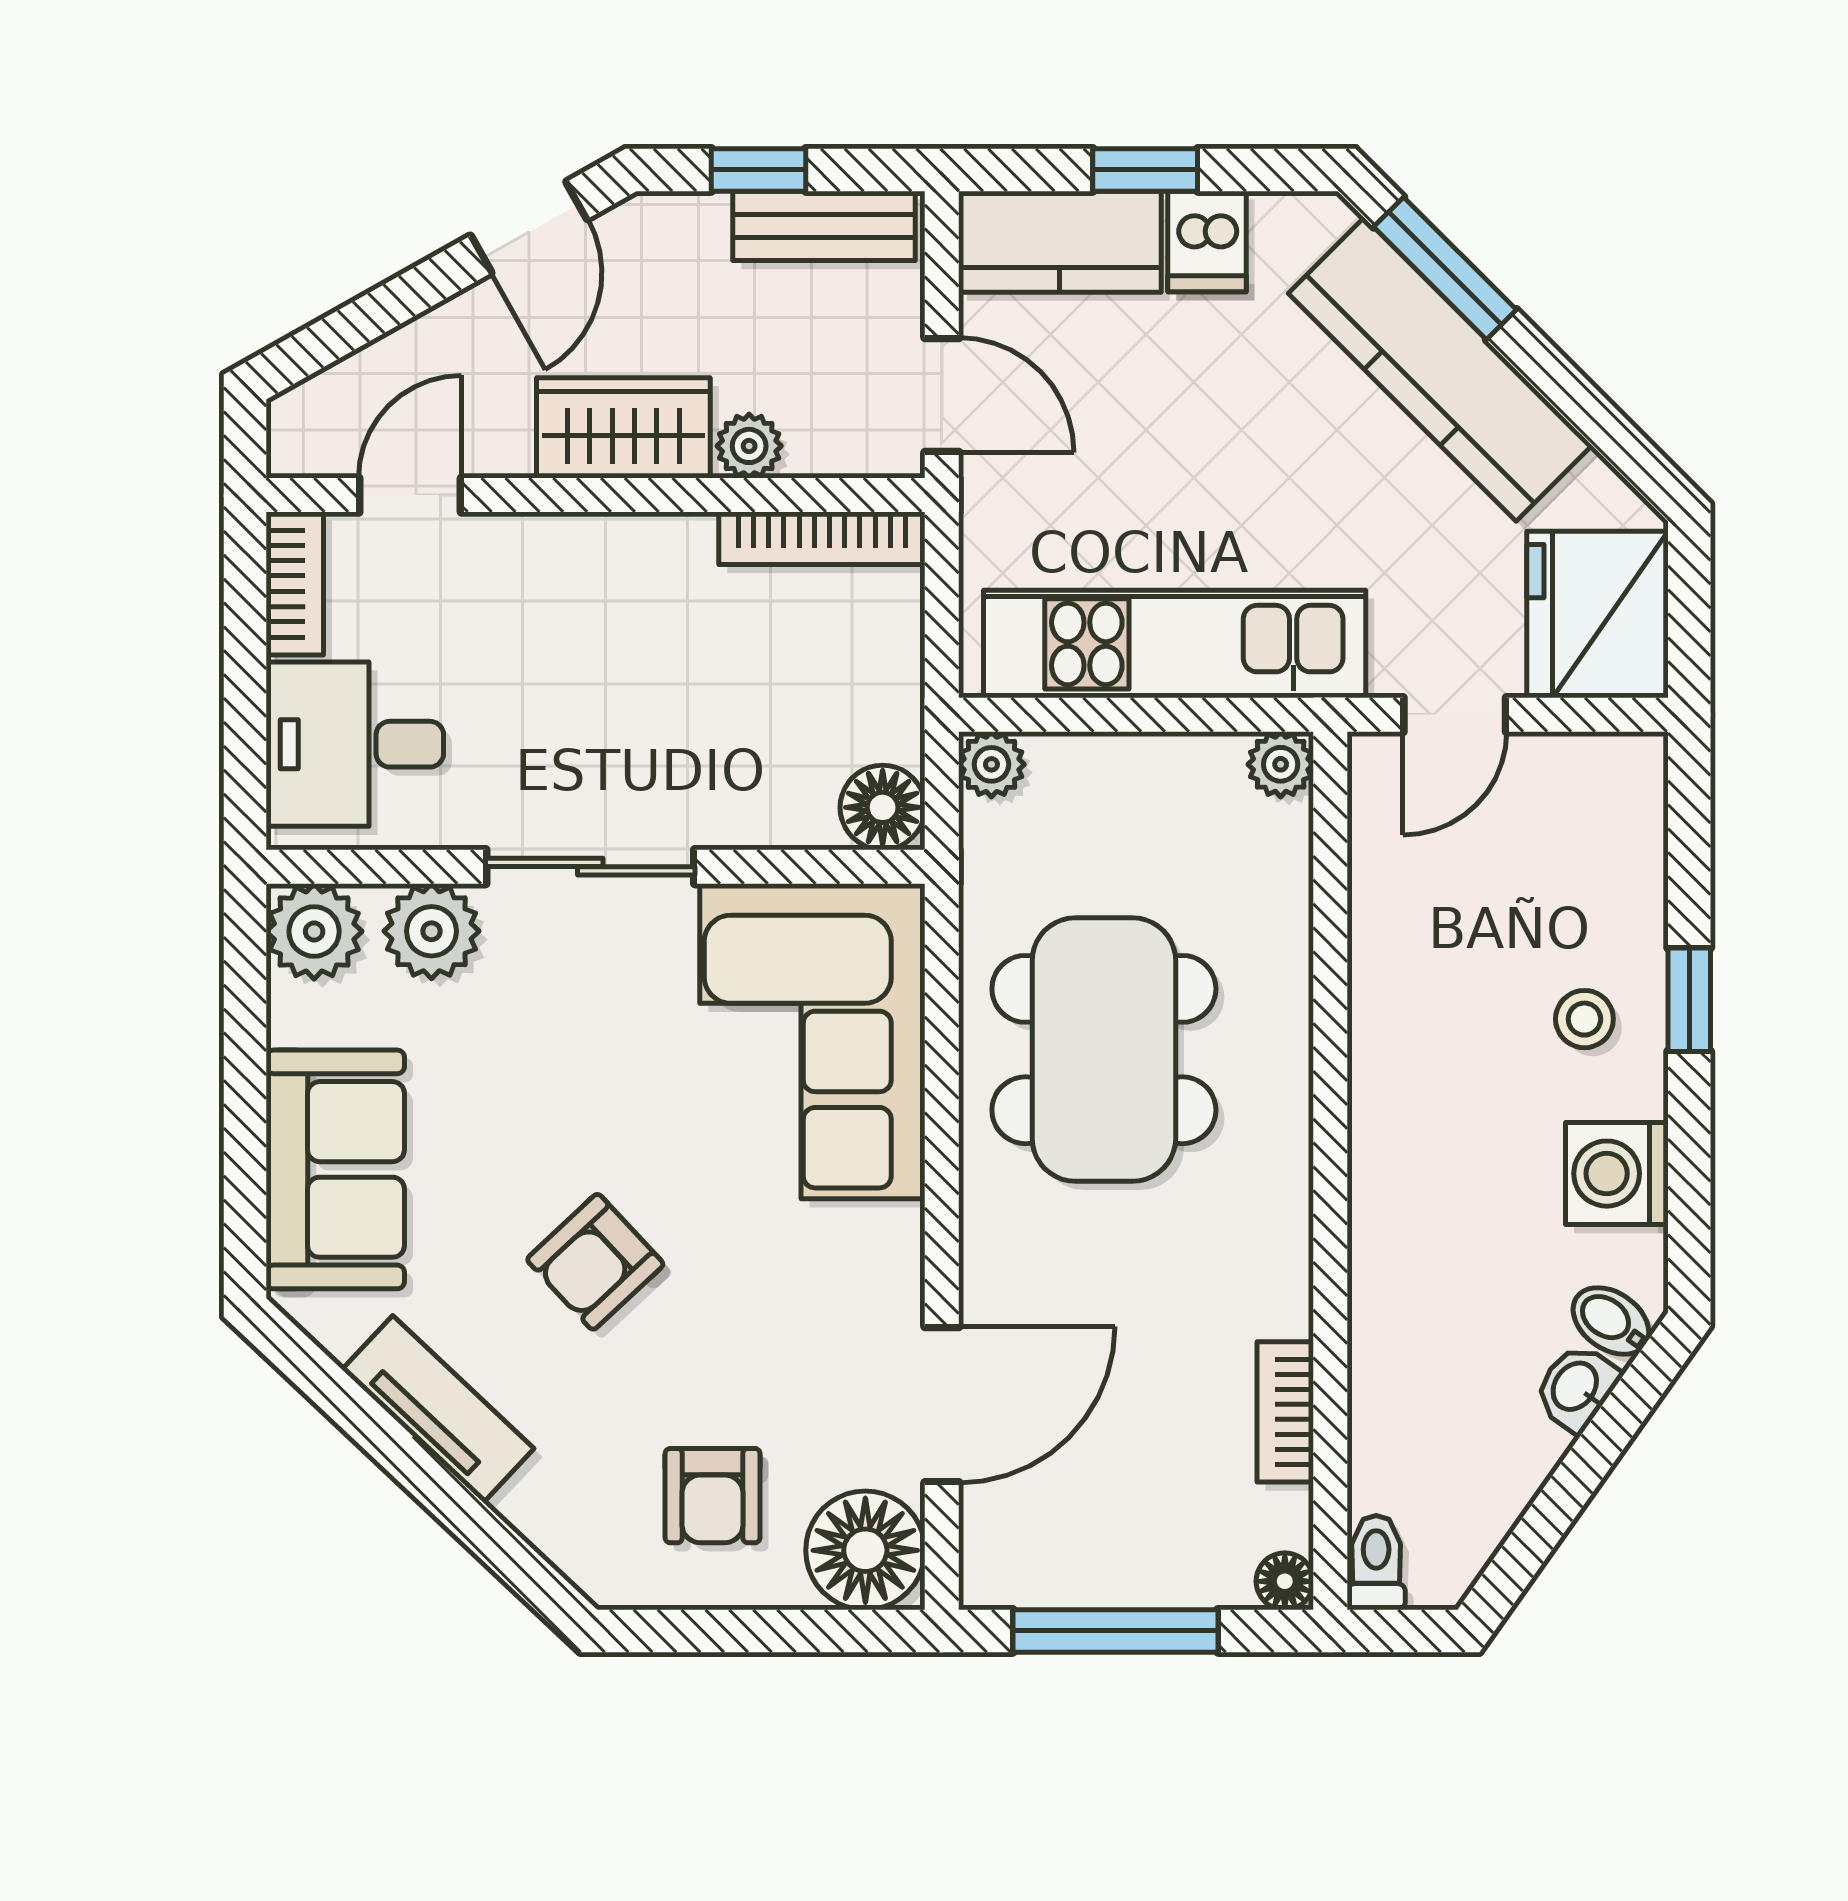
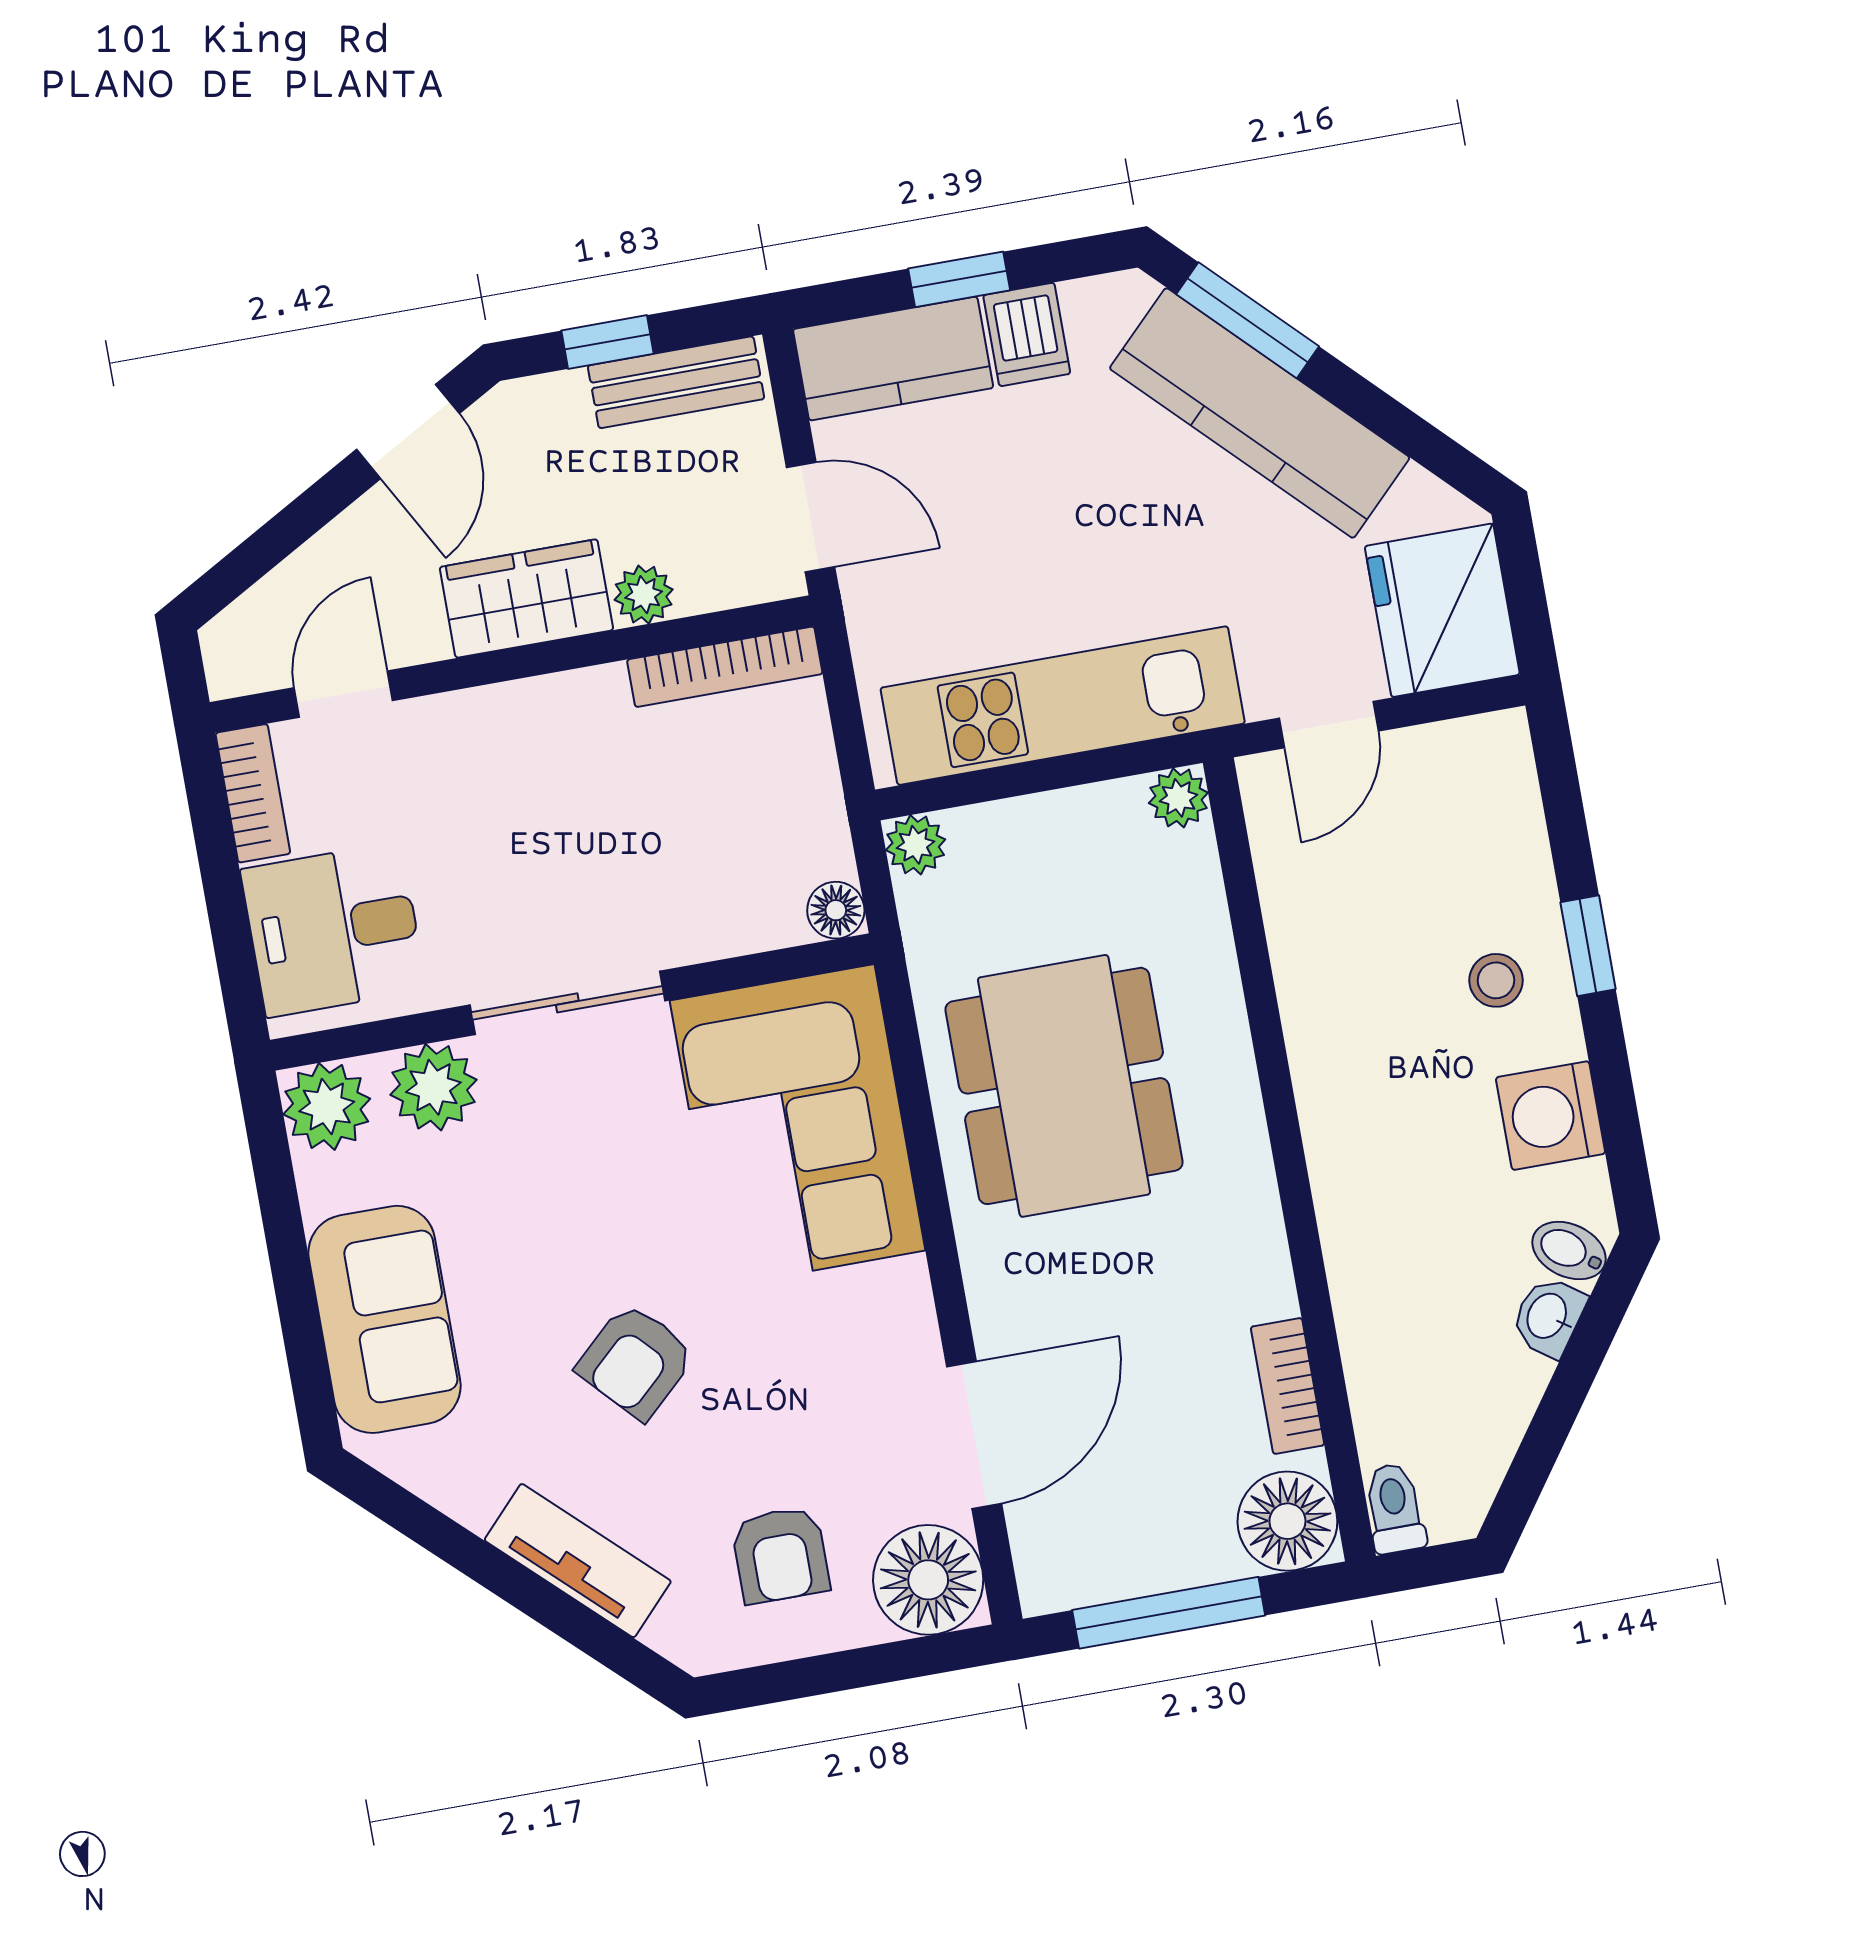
floor lamp: (883, 807) -> (836, 910), width x0.73, depth x0.73
tv unit: (438, 1409) -> (578, 1561), moved
floor lamp: (1285, 1581) -> (1287, 1521), width x1.89, depth x1.89

